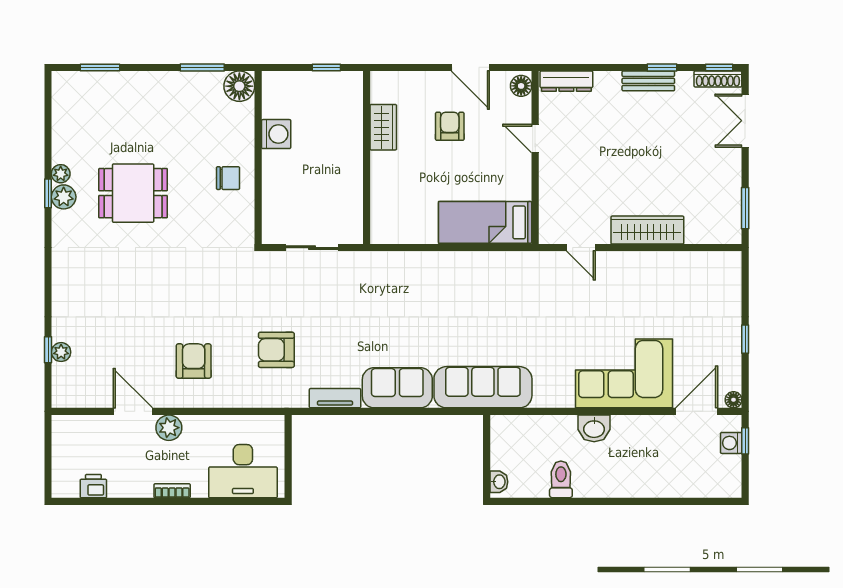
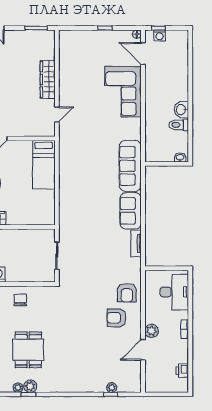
armchair: (276, 350) -> (127, 293), moved
washbasin: (594, 428) -> (181, 110), moved, turned 180

